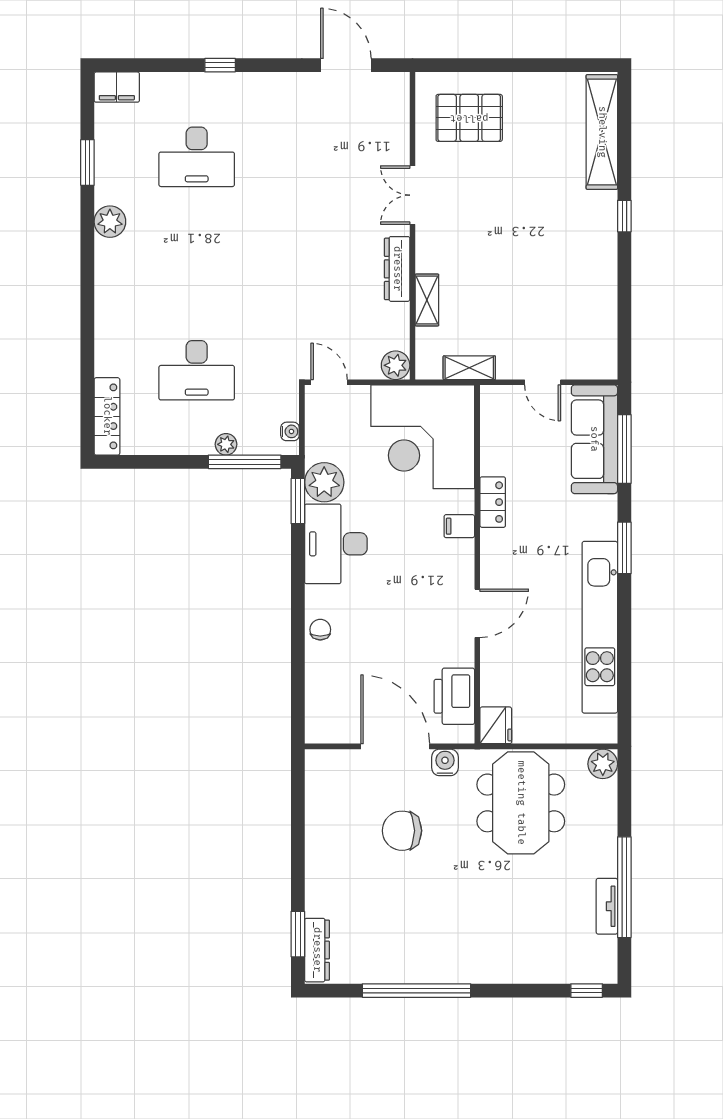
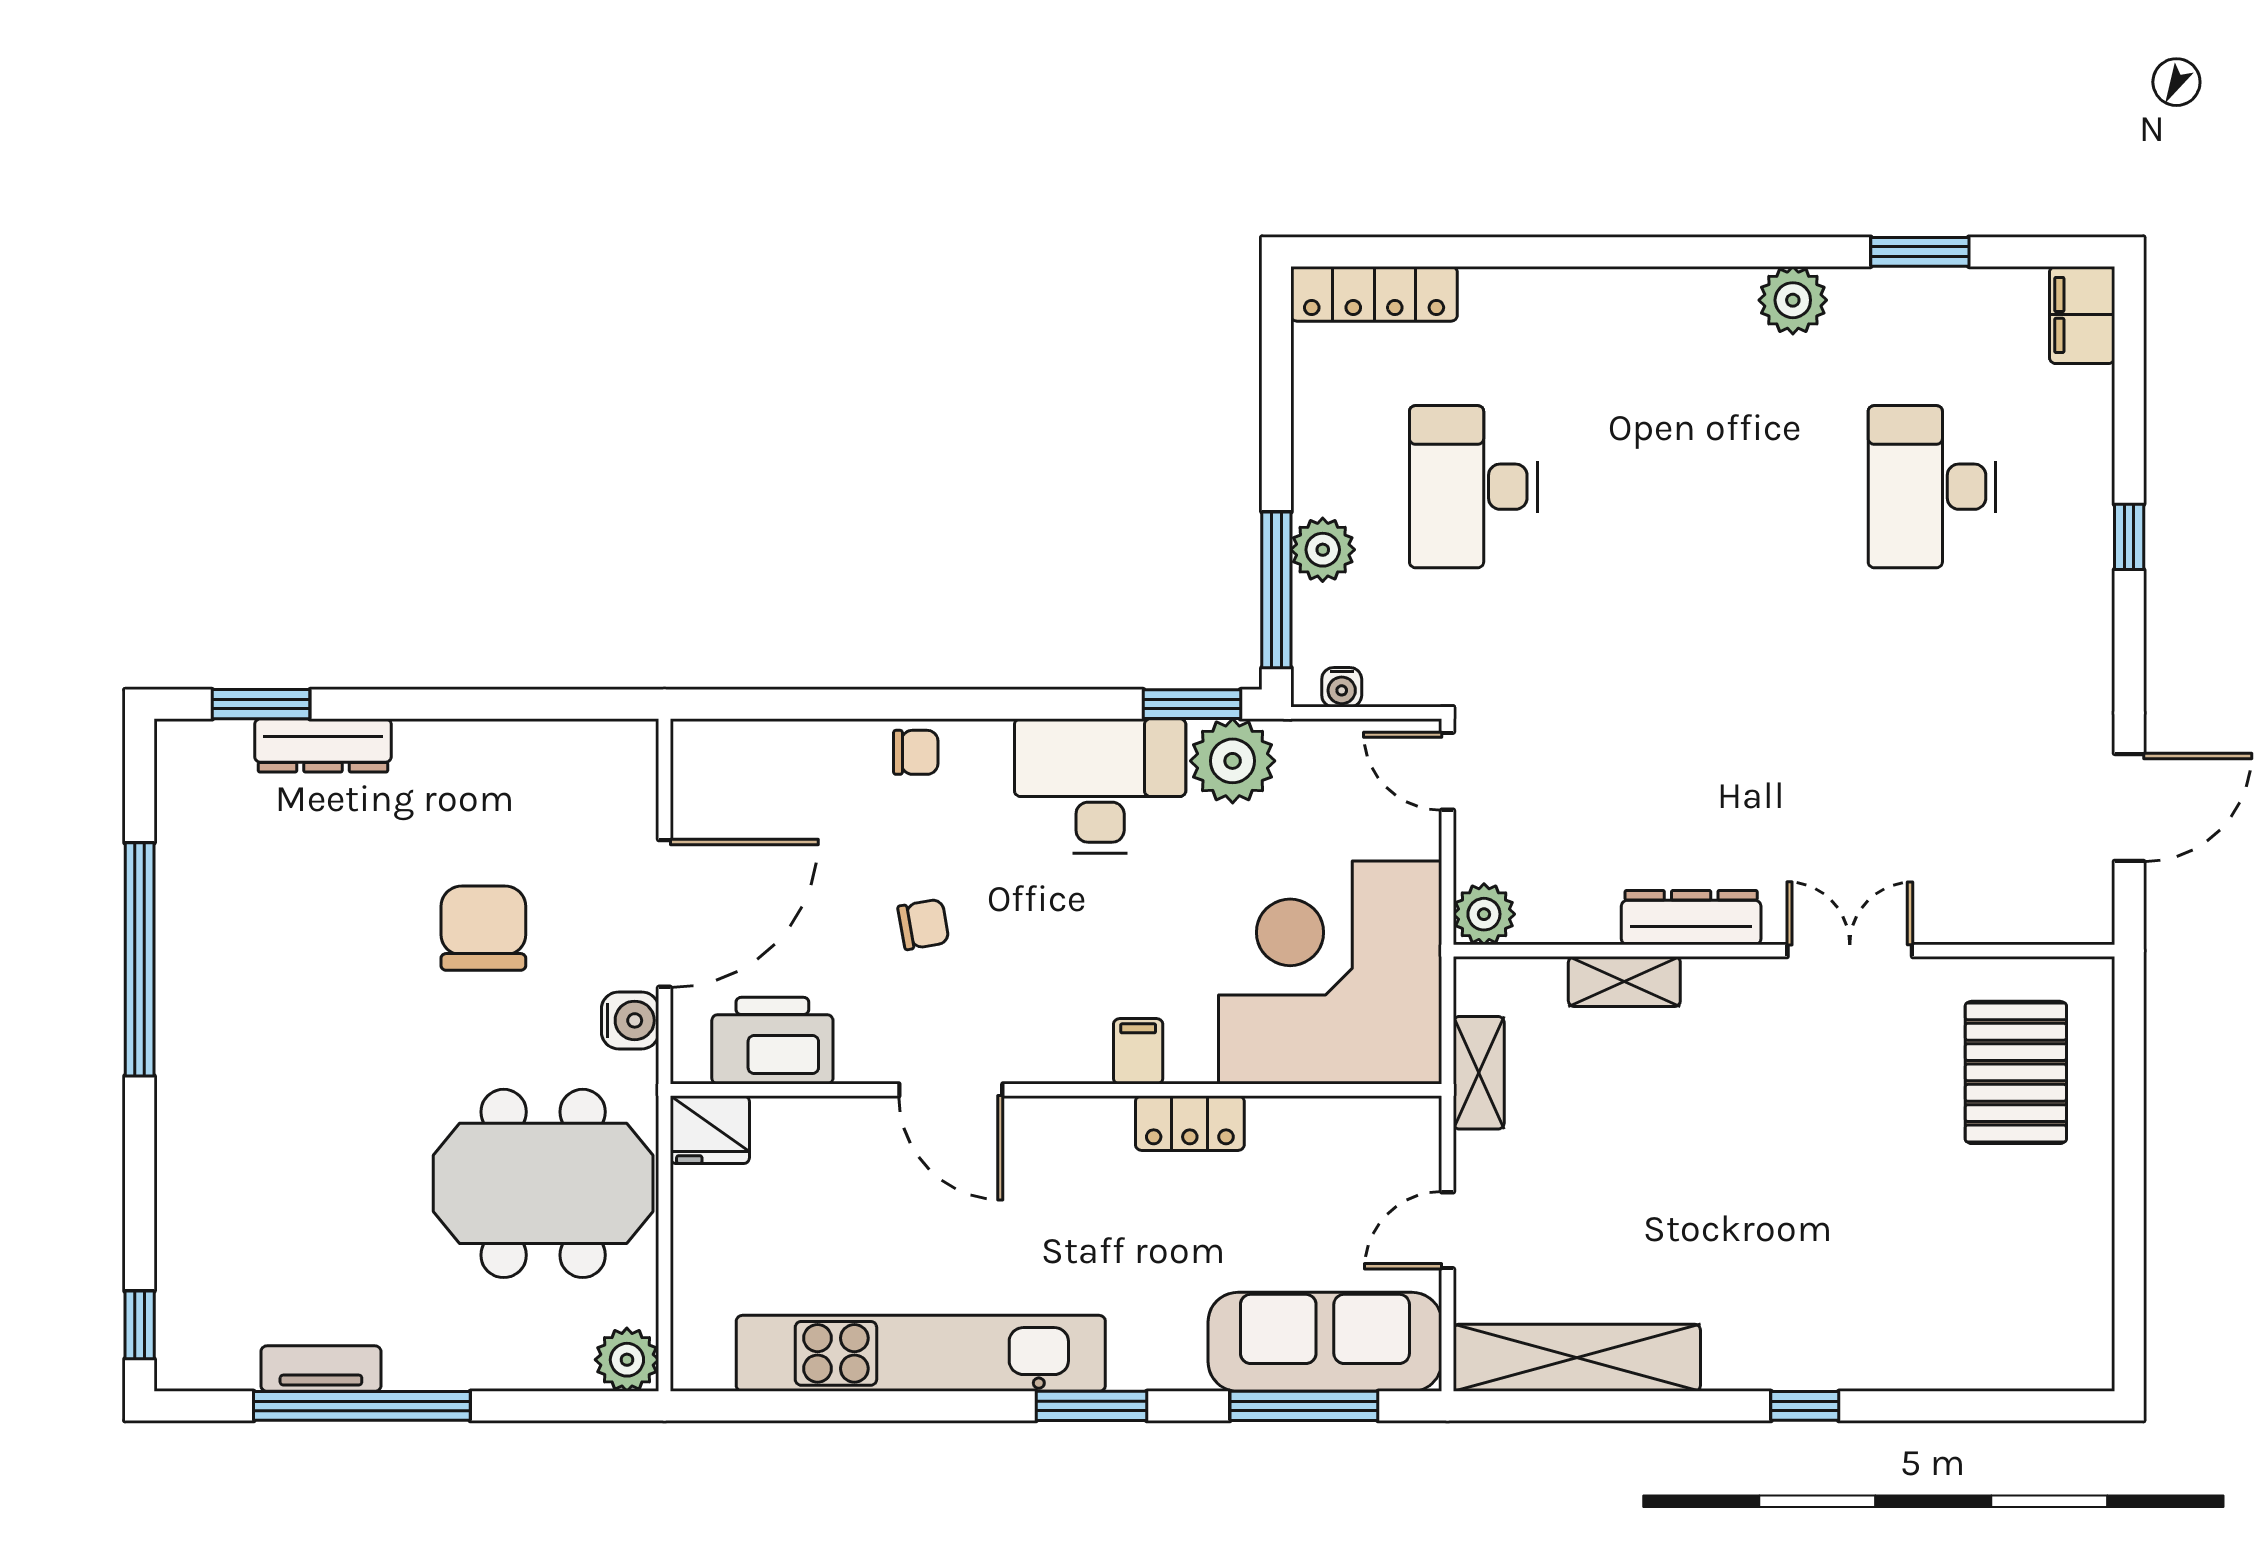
shelving: (602, 132) -> (1577, 1358), moved
door: (329, 382) -> (1448, 771), swing flipped
plant: (226, 444) -> (1323, 550), width x1.38, depth x1.38
chair: (400, 626) -> (923, 924), added
dresser: (317, 950) -> (323, 745), moved

